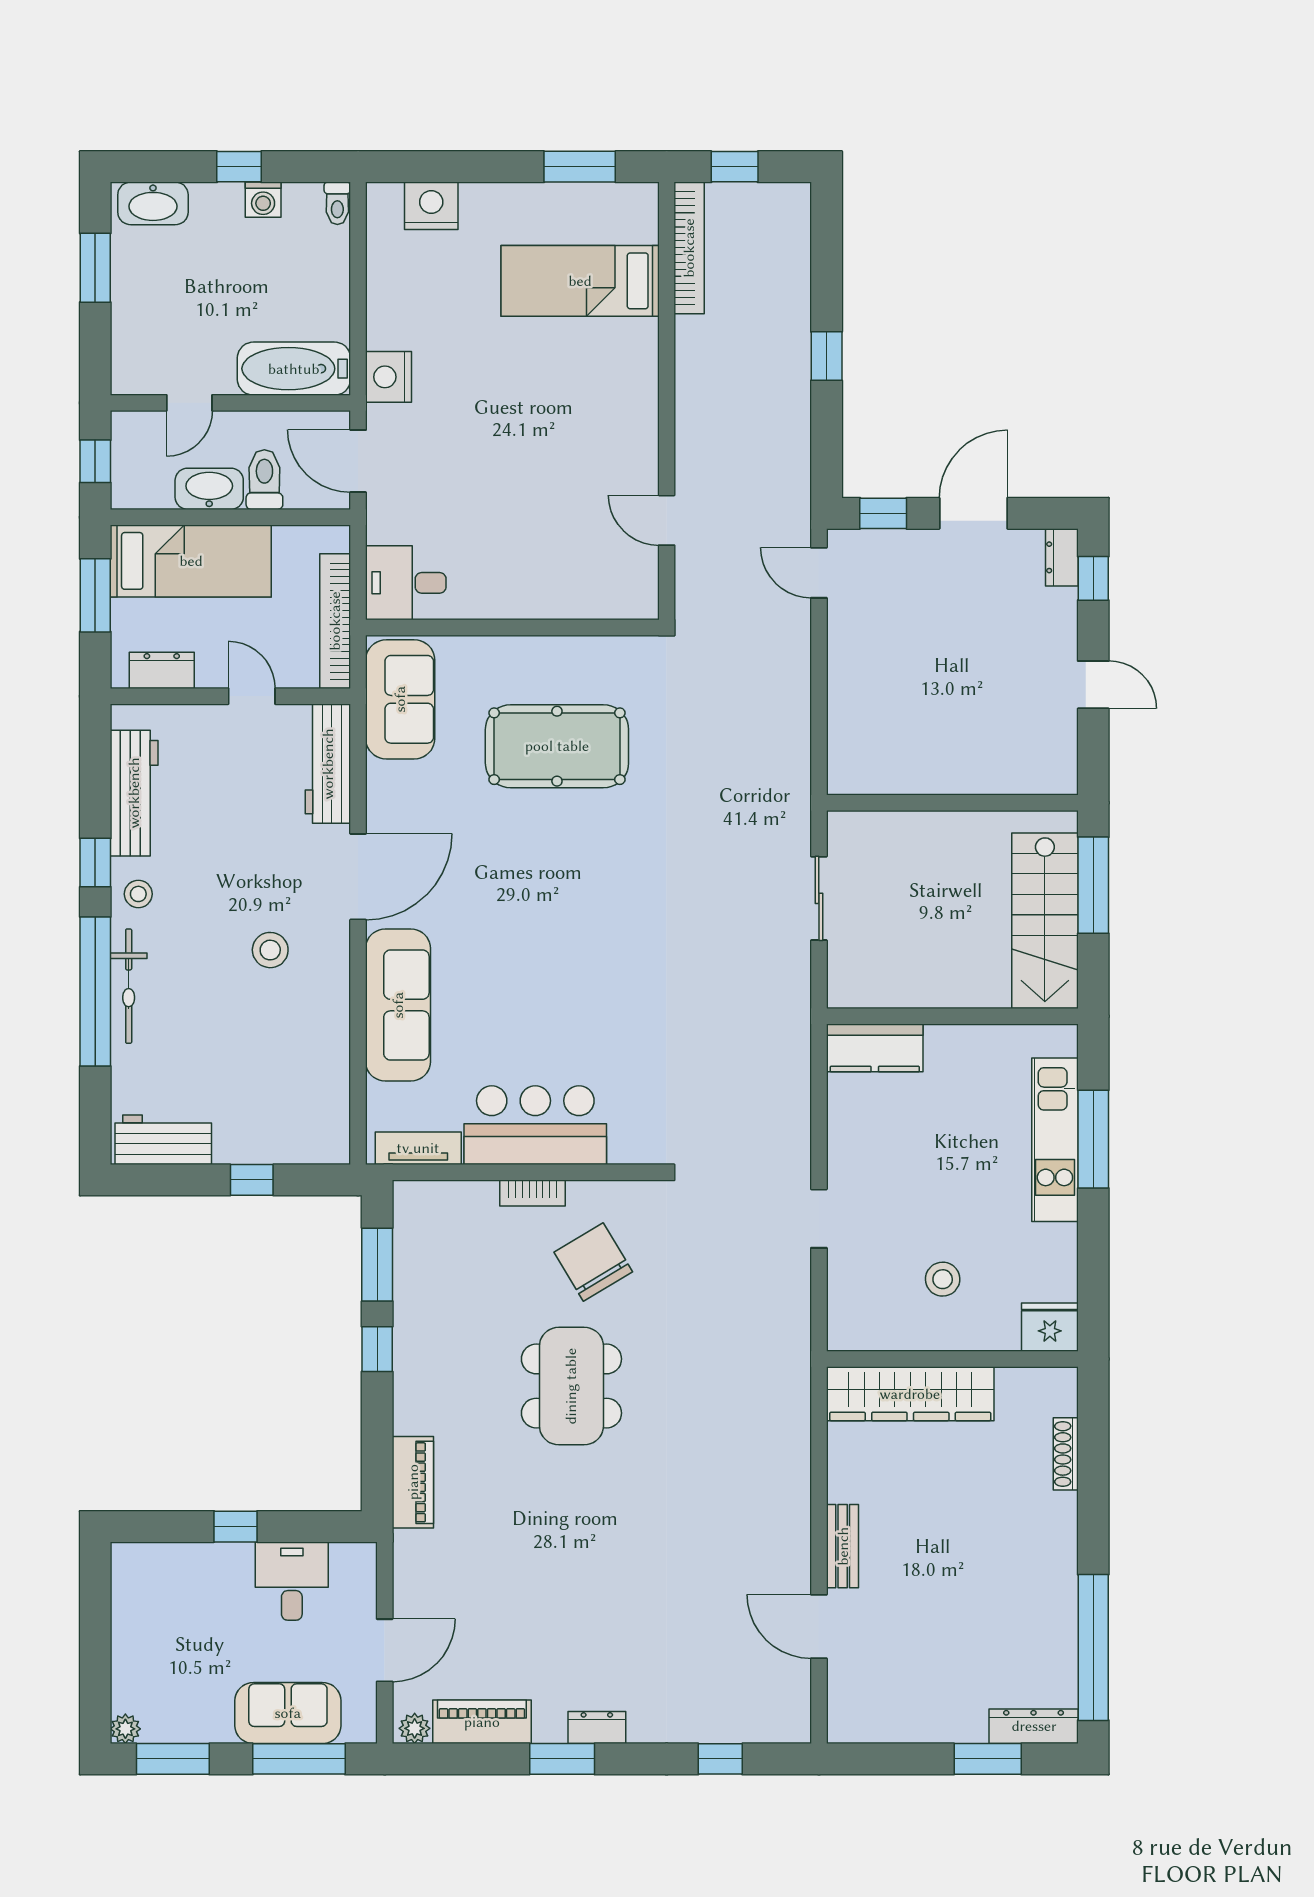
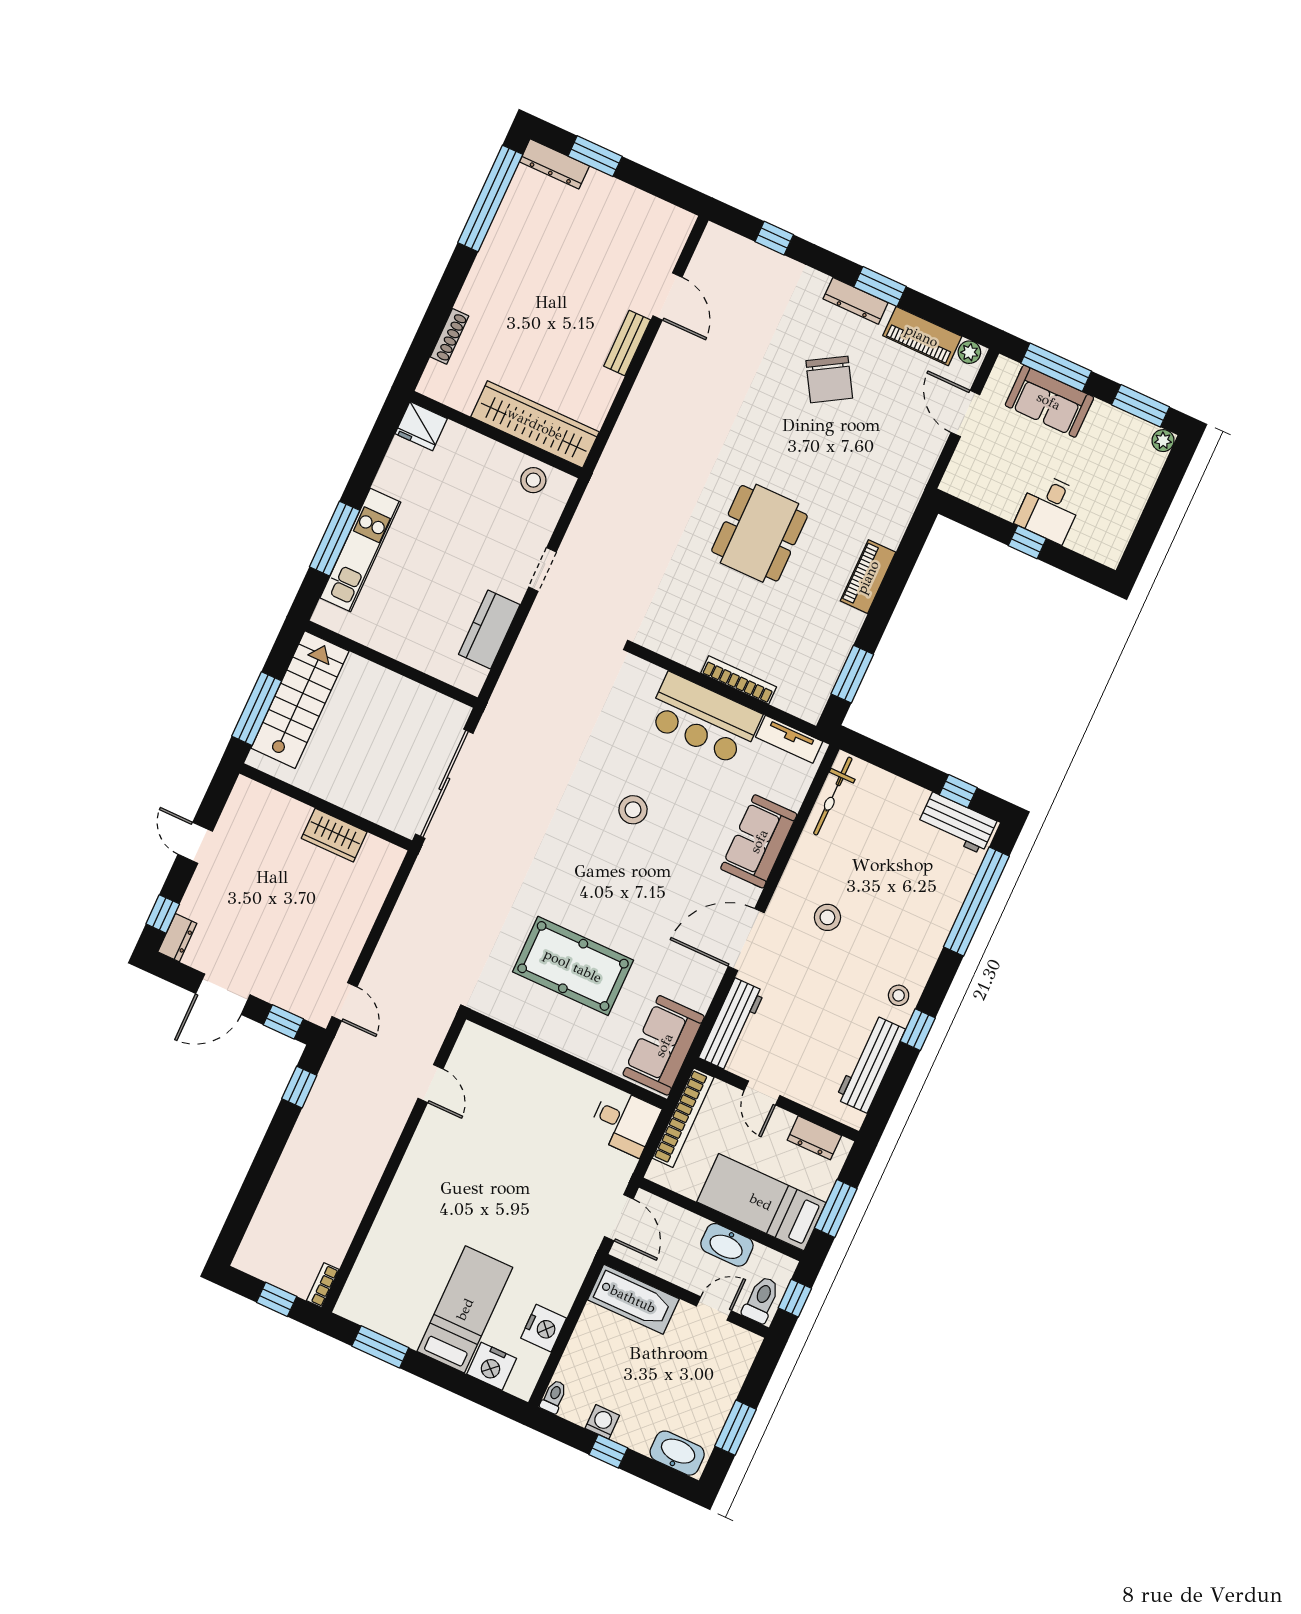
bookcase: (689, 248) -> (323, 1285), width x0.43, depth x0.76
bed: (580, 281) -> (465, 1309), moved, turned -90
window: (827, 356) -> (299, 1087), moved
nightstand: (389, 377) -> (544, 1328), moved
toilet: (264, 480) -> (761, 1300), moved, turned 180
wardrobe: (926, 773) -> (334, 835), added
sliding door: (819, 898) -> (444, 784), width x1.86
stool: (571, 973) -> (633, 810), added
bicycle: (129, 986) -> (833, 796), moved, turned 180
window: (95, 992) -> (976, 901), moved
sofa: (398, 1005) -> (759, 841), width x0.73
kitchen counter: (875, 1048) -> (489, 630), moved, turned -90
window: (252, 1180) -> (958, 791), moved
bookcase: (533, 1193) -> (739, 680), width x1.56
chair: (593, 1262) -> (829, 379), moved
stool: (943, 1279) -> (533, 480), moved
window: (377, 1349) -> (878, 618), removed
piano: (413, 1482) -> (868, 577), moved
desk: (292, 1581) -> (1050, 508), moved
door: (385, 1650) -> (965, 414), hinge flipped
dresser: (597, 1728) -> (856, 301), width x1.44

